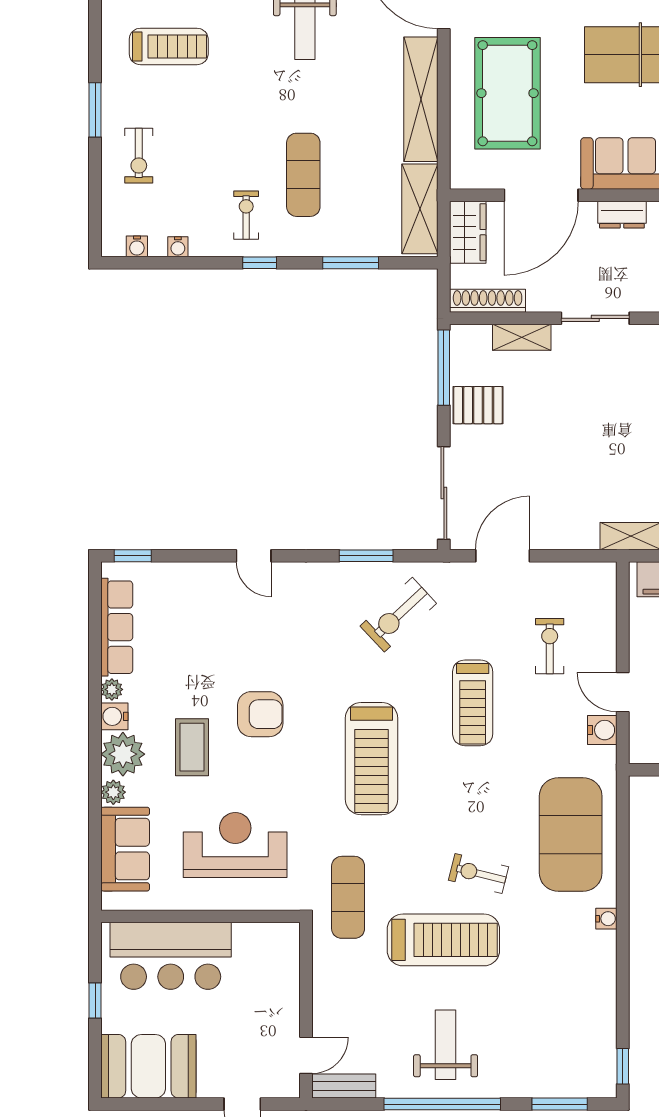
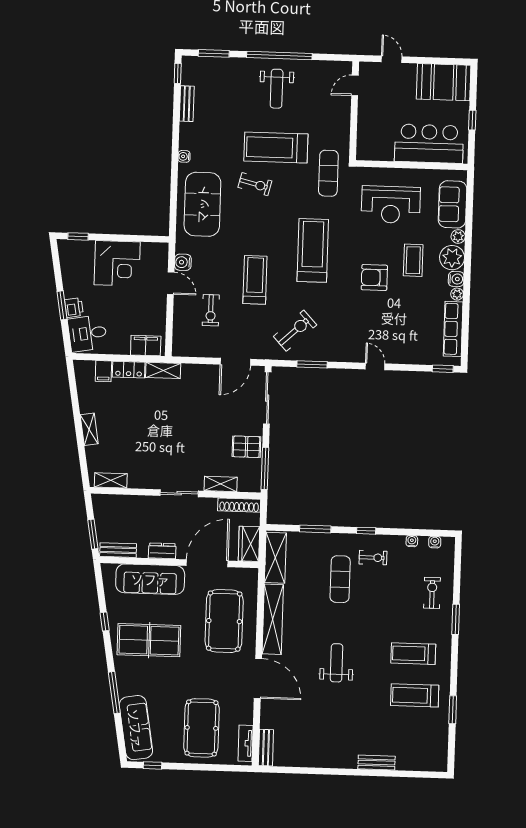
exercise bike: (246, 215) -> (373, 558), turned -90
bench: (344, 1086) -> (187, 104), moved, turned 90

